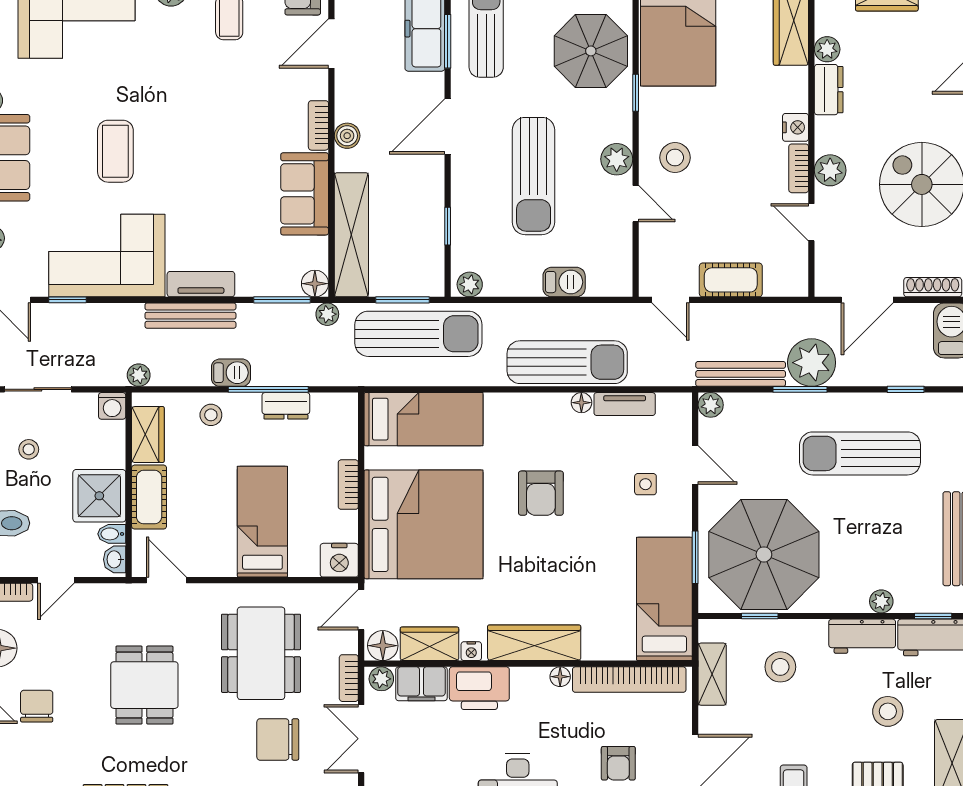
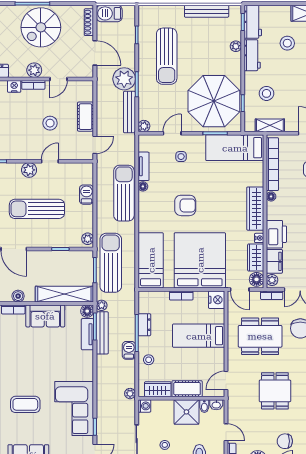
stool: (675, 158) -> (50, 123), moved
sun lounger: (534, 176) -> (37, 209), turned 180
tv unit: (201, 284) -> (87, 334), moved
bench: (190, 316) -> (102, 333), moved
dining table: (144, 685) -> (275, 391), turned 90

